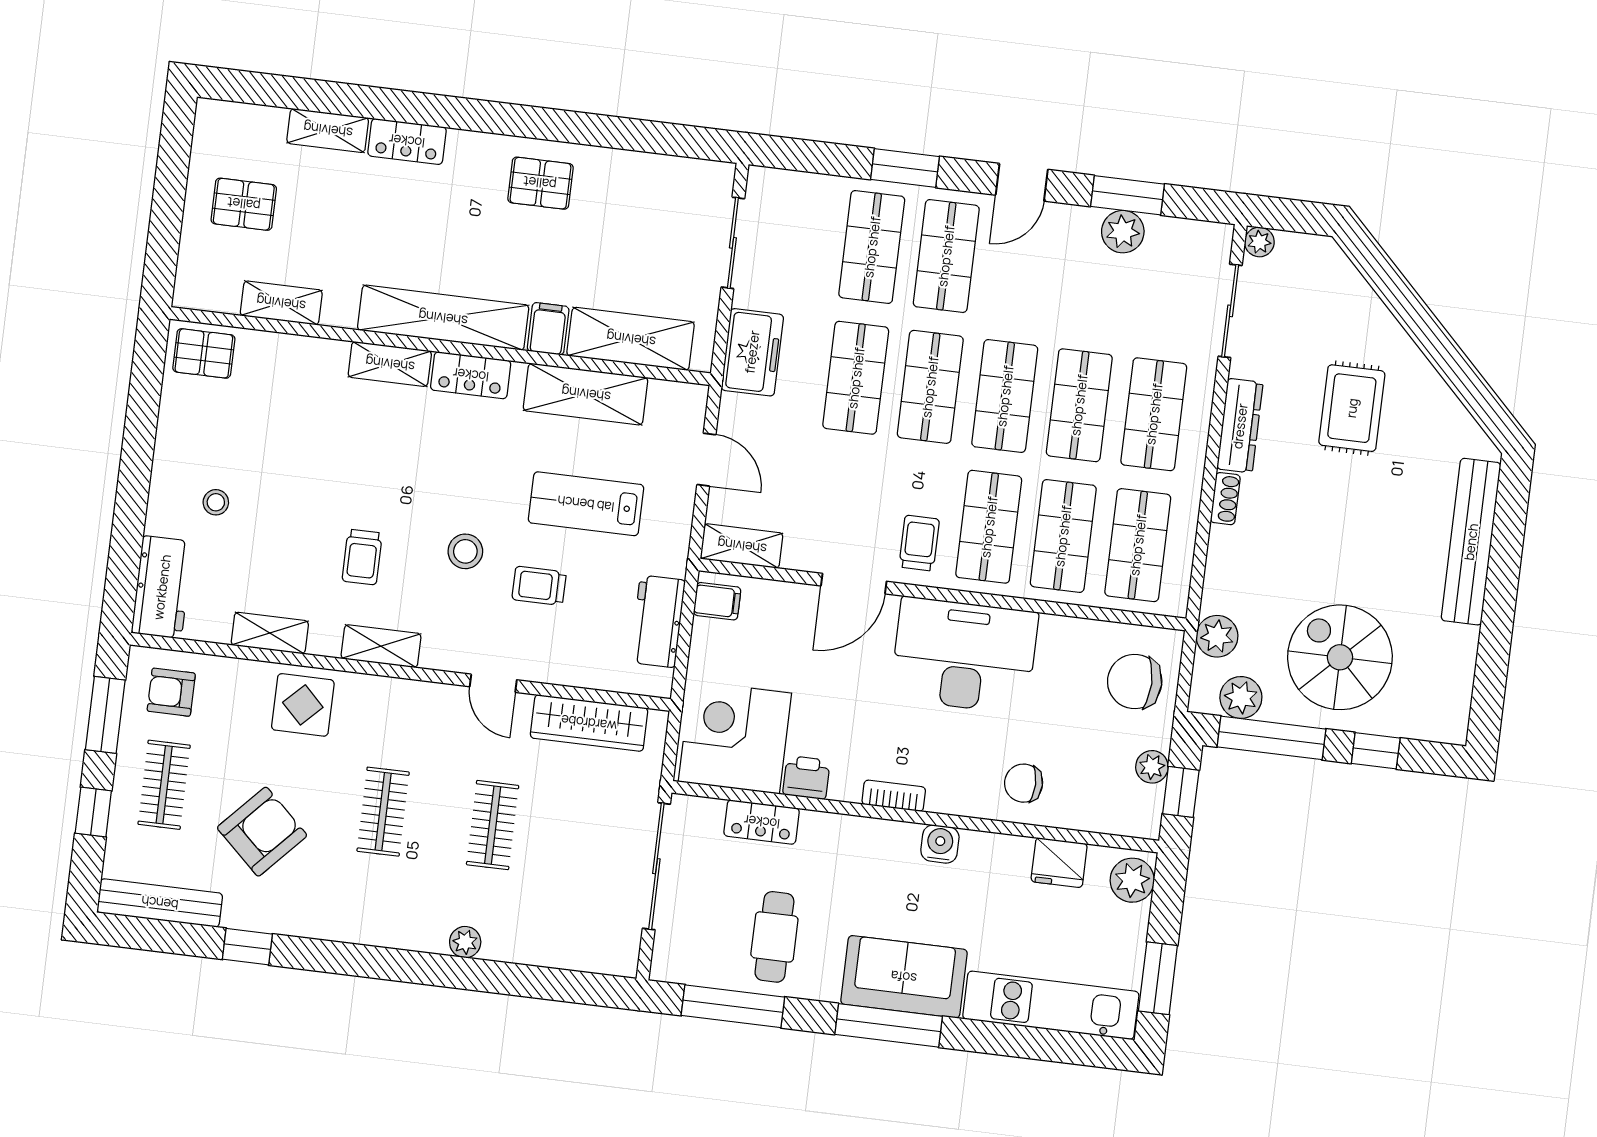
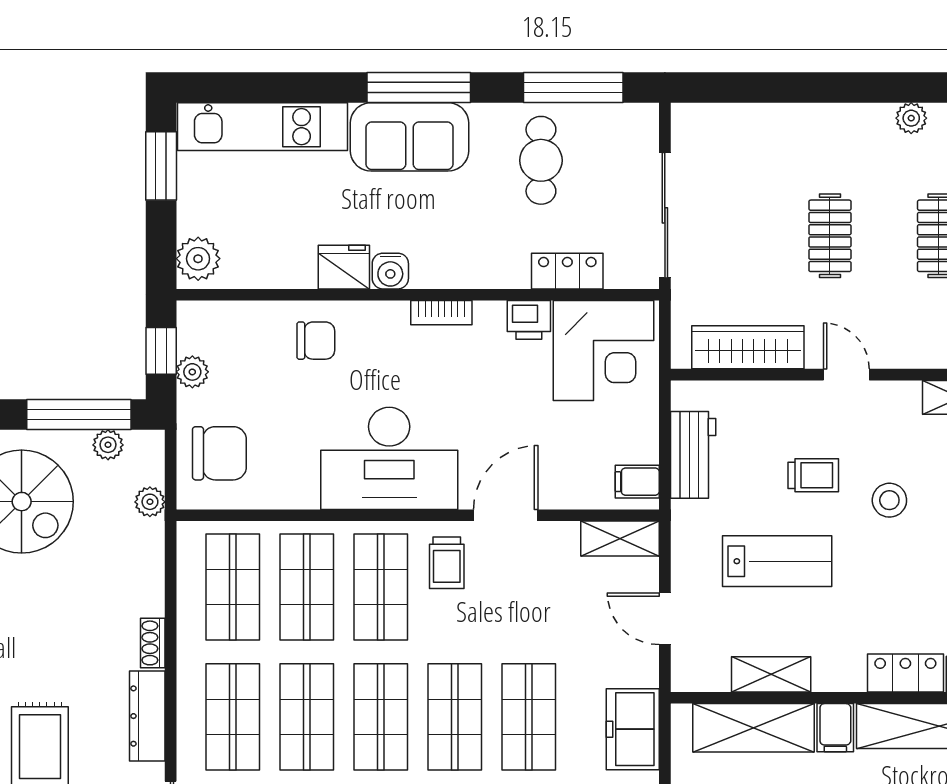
shelving: (586, 394) -> (771, 674), width x0.67, depth x0.75
plant: (1217, 636) -> (150, 502), width x0.73, depth x0.73
plant: (1241, 697) -> (108, 445), width x0.73, depth x0.73
fridge: (1059, 863) -> (344, 267), moved
plant: (465, 942) -> (911, 118), moved

